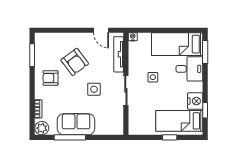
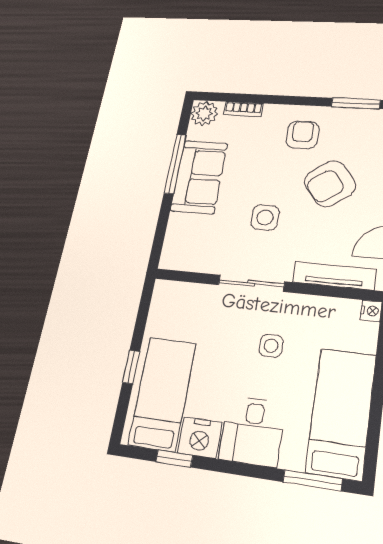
desk: (189, 69) -> (252, 431), moved

